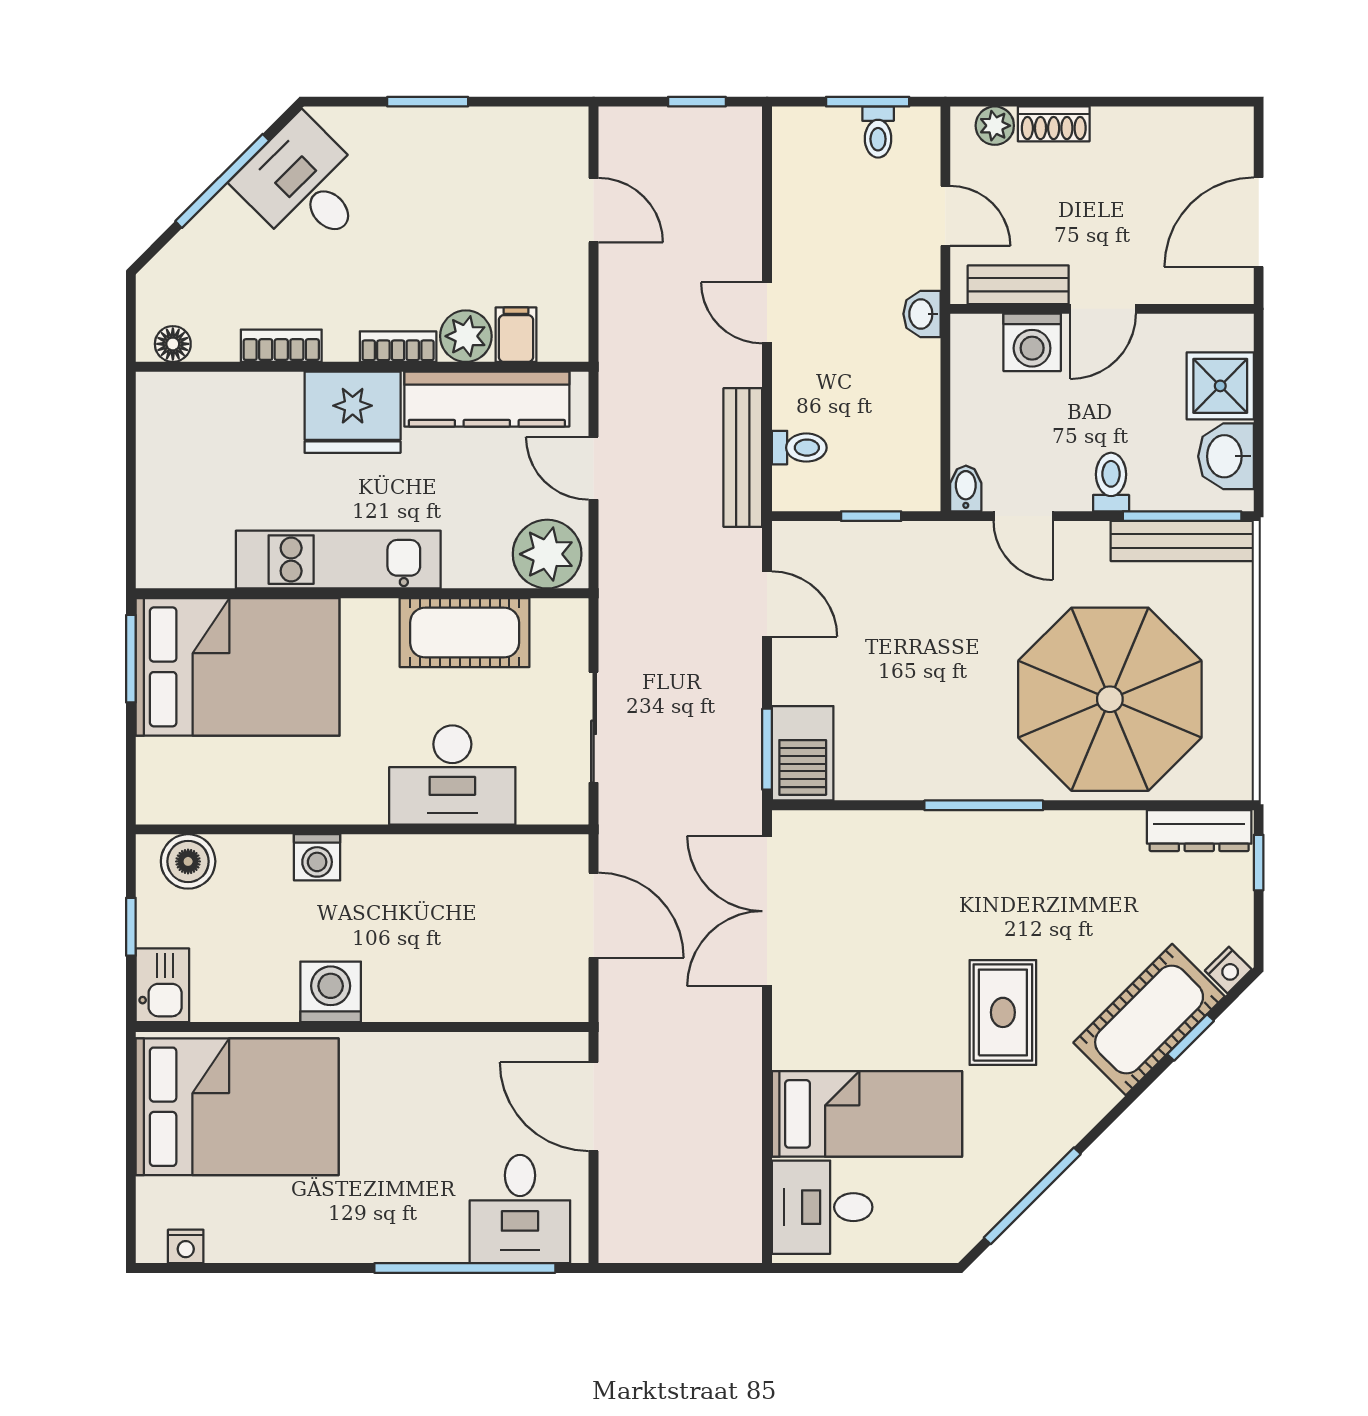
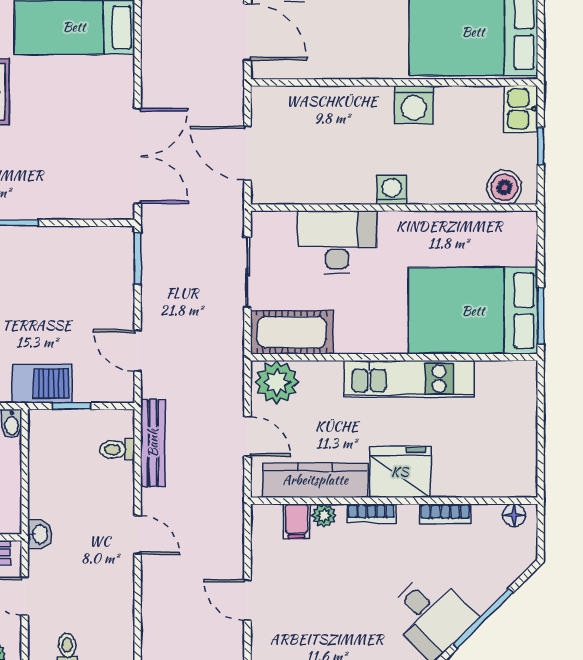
plant: (466, 336) -> (324, 516), width x0.73, depth x0.73
cot: (465, 633) -> (292, 332), moved
barbecue: (803, 753) -> (42, 384), moved, turned 90
washing machine: (317, 857) -> (392, 190), moved

